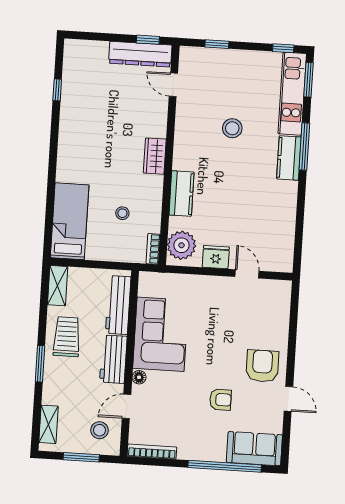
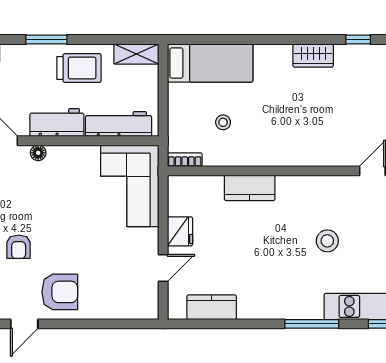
wardrobe: (155, 156) -> (313, 55), moved, turned 180
kitchen counter: (289, 158) -> (212, 307), moved
plant: (181, 245) -> (191, 192), removed
corner sofa: (161, 334) -> (130, 186), moved, turned 90

